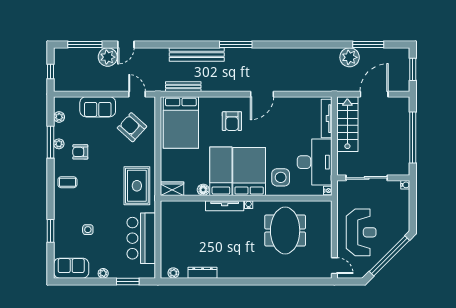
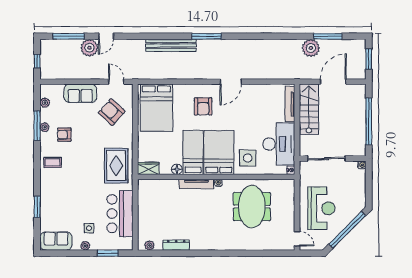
bench: (183, 87) -> (159, 75), removed
side table: (88, 230) -> (89, 228), moved

